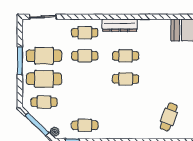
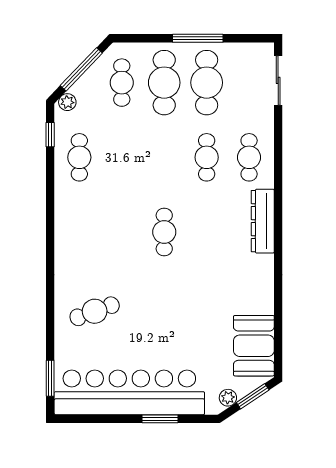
cafe table: (126, 56) -> (207, 232), removed
cafe table: (169, 117) -> (95, 311), turned -40

